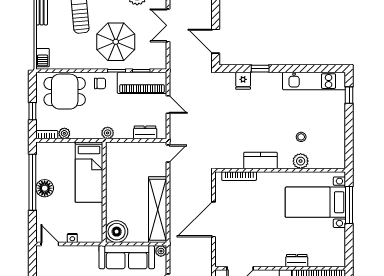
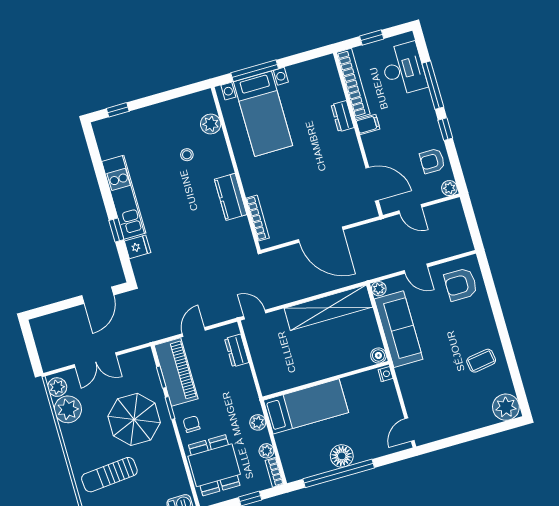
kitchen unit: (314, 81) -> (124, 197), moved
plant: (108, 133) -> (258, 422), moved
plant: (301, 161) -> (211, 124), moved
boiler: (117, 232) -> (378, 356), width x0.54, depth x0.54
nightstand: (72, 238) -> (386, 374), moved

